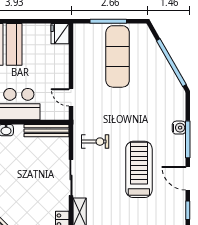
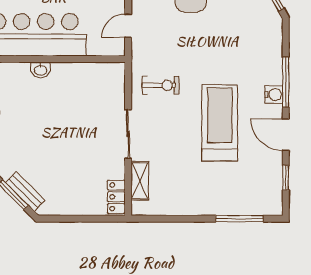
door: (71, 97) -> (128, 26), hinge flipped
water cooler: (179, 128) -> (274, 95), moved
bench: (47, 131) -> (95, 70), removed

